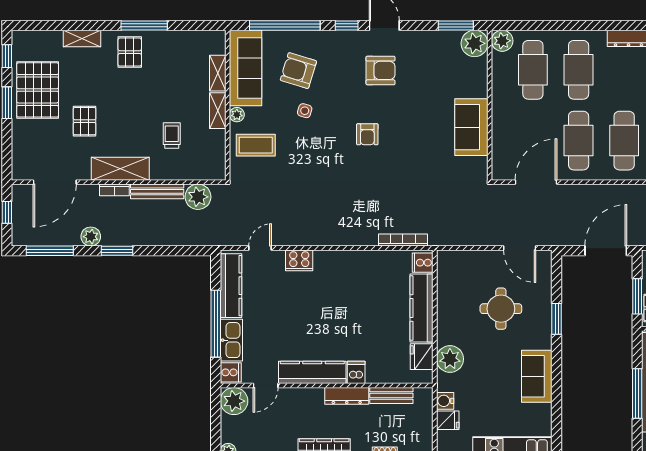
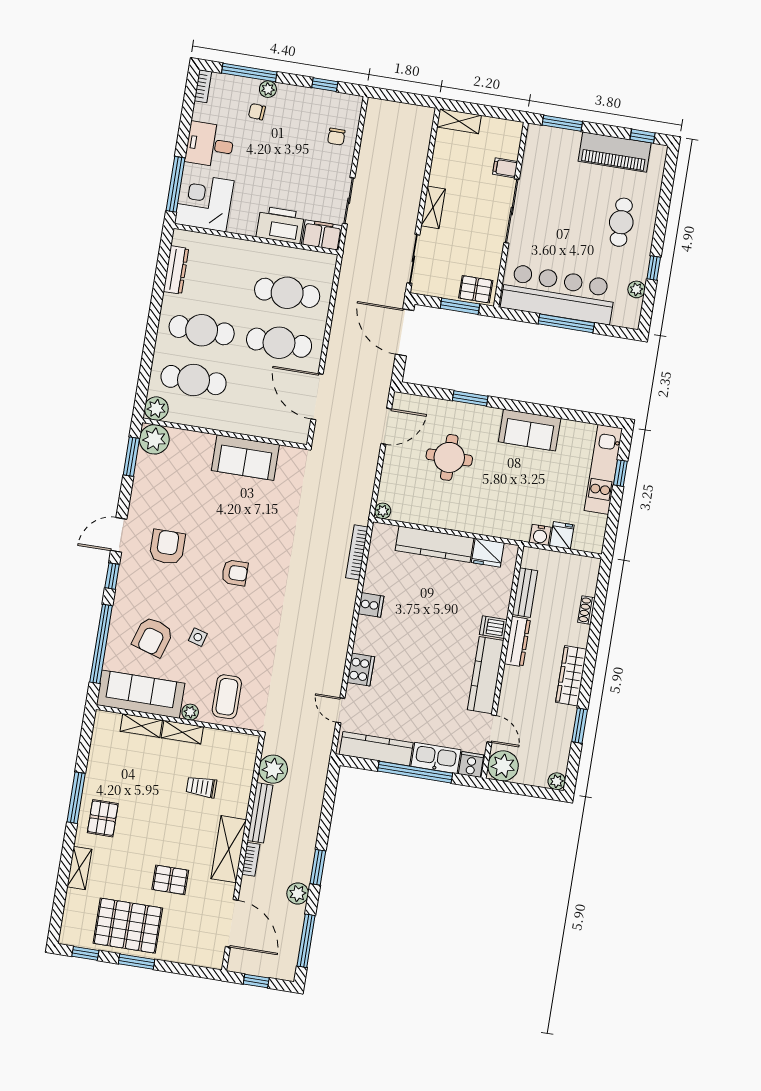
pallet: (130, 52) -> (103, 818), turned 90
cooker: (423, 263) -> (371, 605), moved, turned -90
plant: (450, 359) -> (383, 511), moved, width x0.53, depth x0.53

